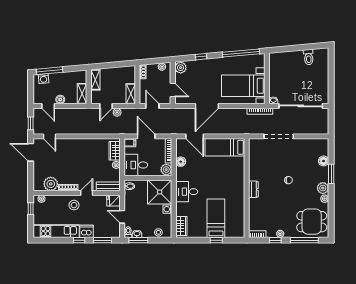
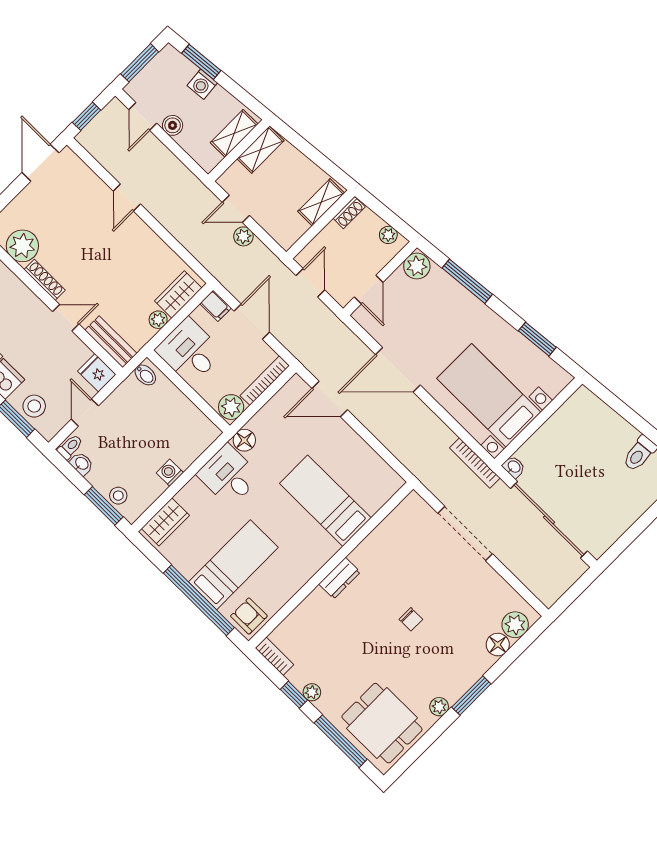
window: (241, 53) -> (537, 339), width x0.47
window: (201, 57) -> (467, 281), width x2.17
window: (50, 71) -> (201, 62), width x0.69
washing machine: (44, 79) -> (202, 84), moved
window: (31, 90) -> (140, 63), added
shelving: (82, 94) -> (234, 133), moved
shelving: (131, 94) -> (321, 202), moved
door: (50, 136) -> (127, 198), moved
door: (195, 136) -> (330, 399), hinge flipped
bed: (225, 147) -> (325, 501), moved
floor lamp: (181, 162) -> (244, 440), moved
window: (331, 174) -> (471, 695), moved
plant: (323, 188) -> (515, 625), moved
shower: (160, 192) -> (185, 433), removed
stool: (74, 205) -> (34, 406), moved
armchair: (237, 229) -> (249, 616), added
window: (138, 240) -> (104, 506), moved
window: (216, 240) -> (199, 600), width x3.17

